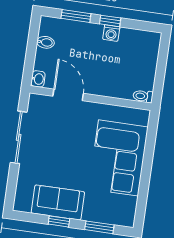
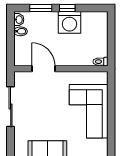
washing machine: (111, 33) -> (69, 22), width x1.89, depth x1.89
washbasin: (38, 79) -> (19, 20), moved

